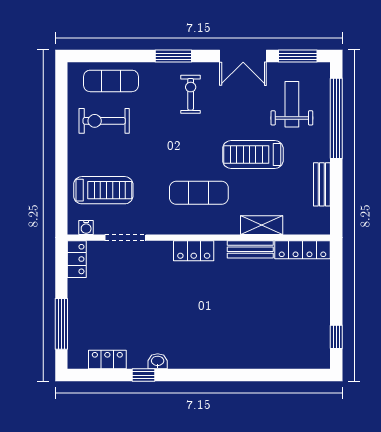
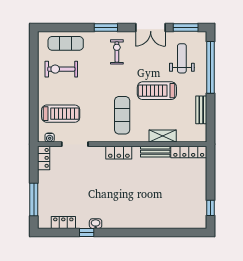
exercise mat: (199, 193) -> (122, 115), turned 90

